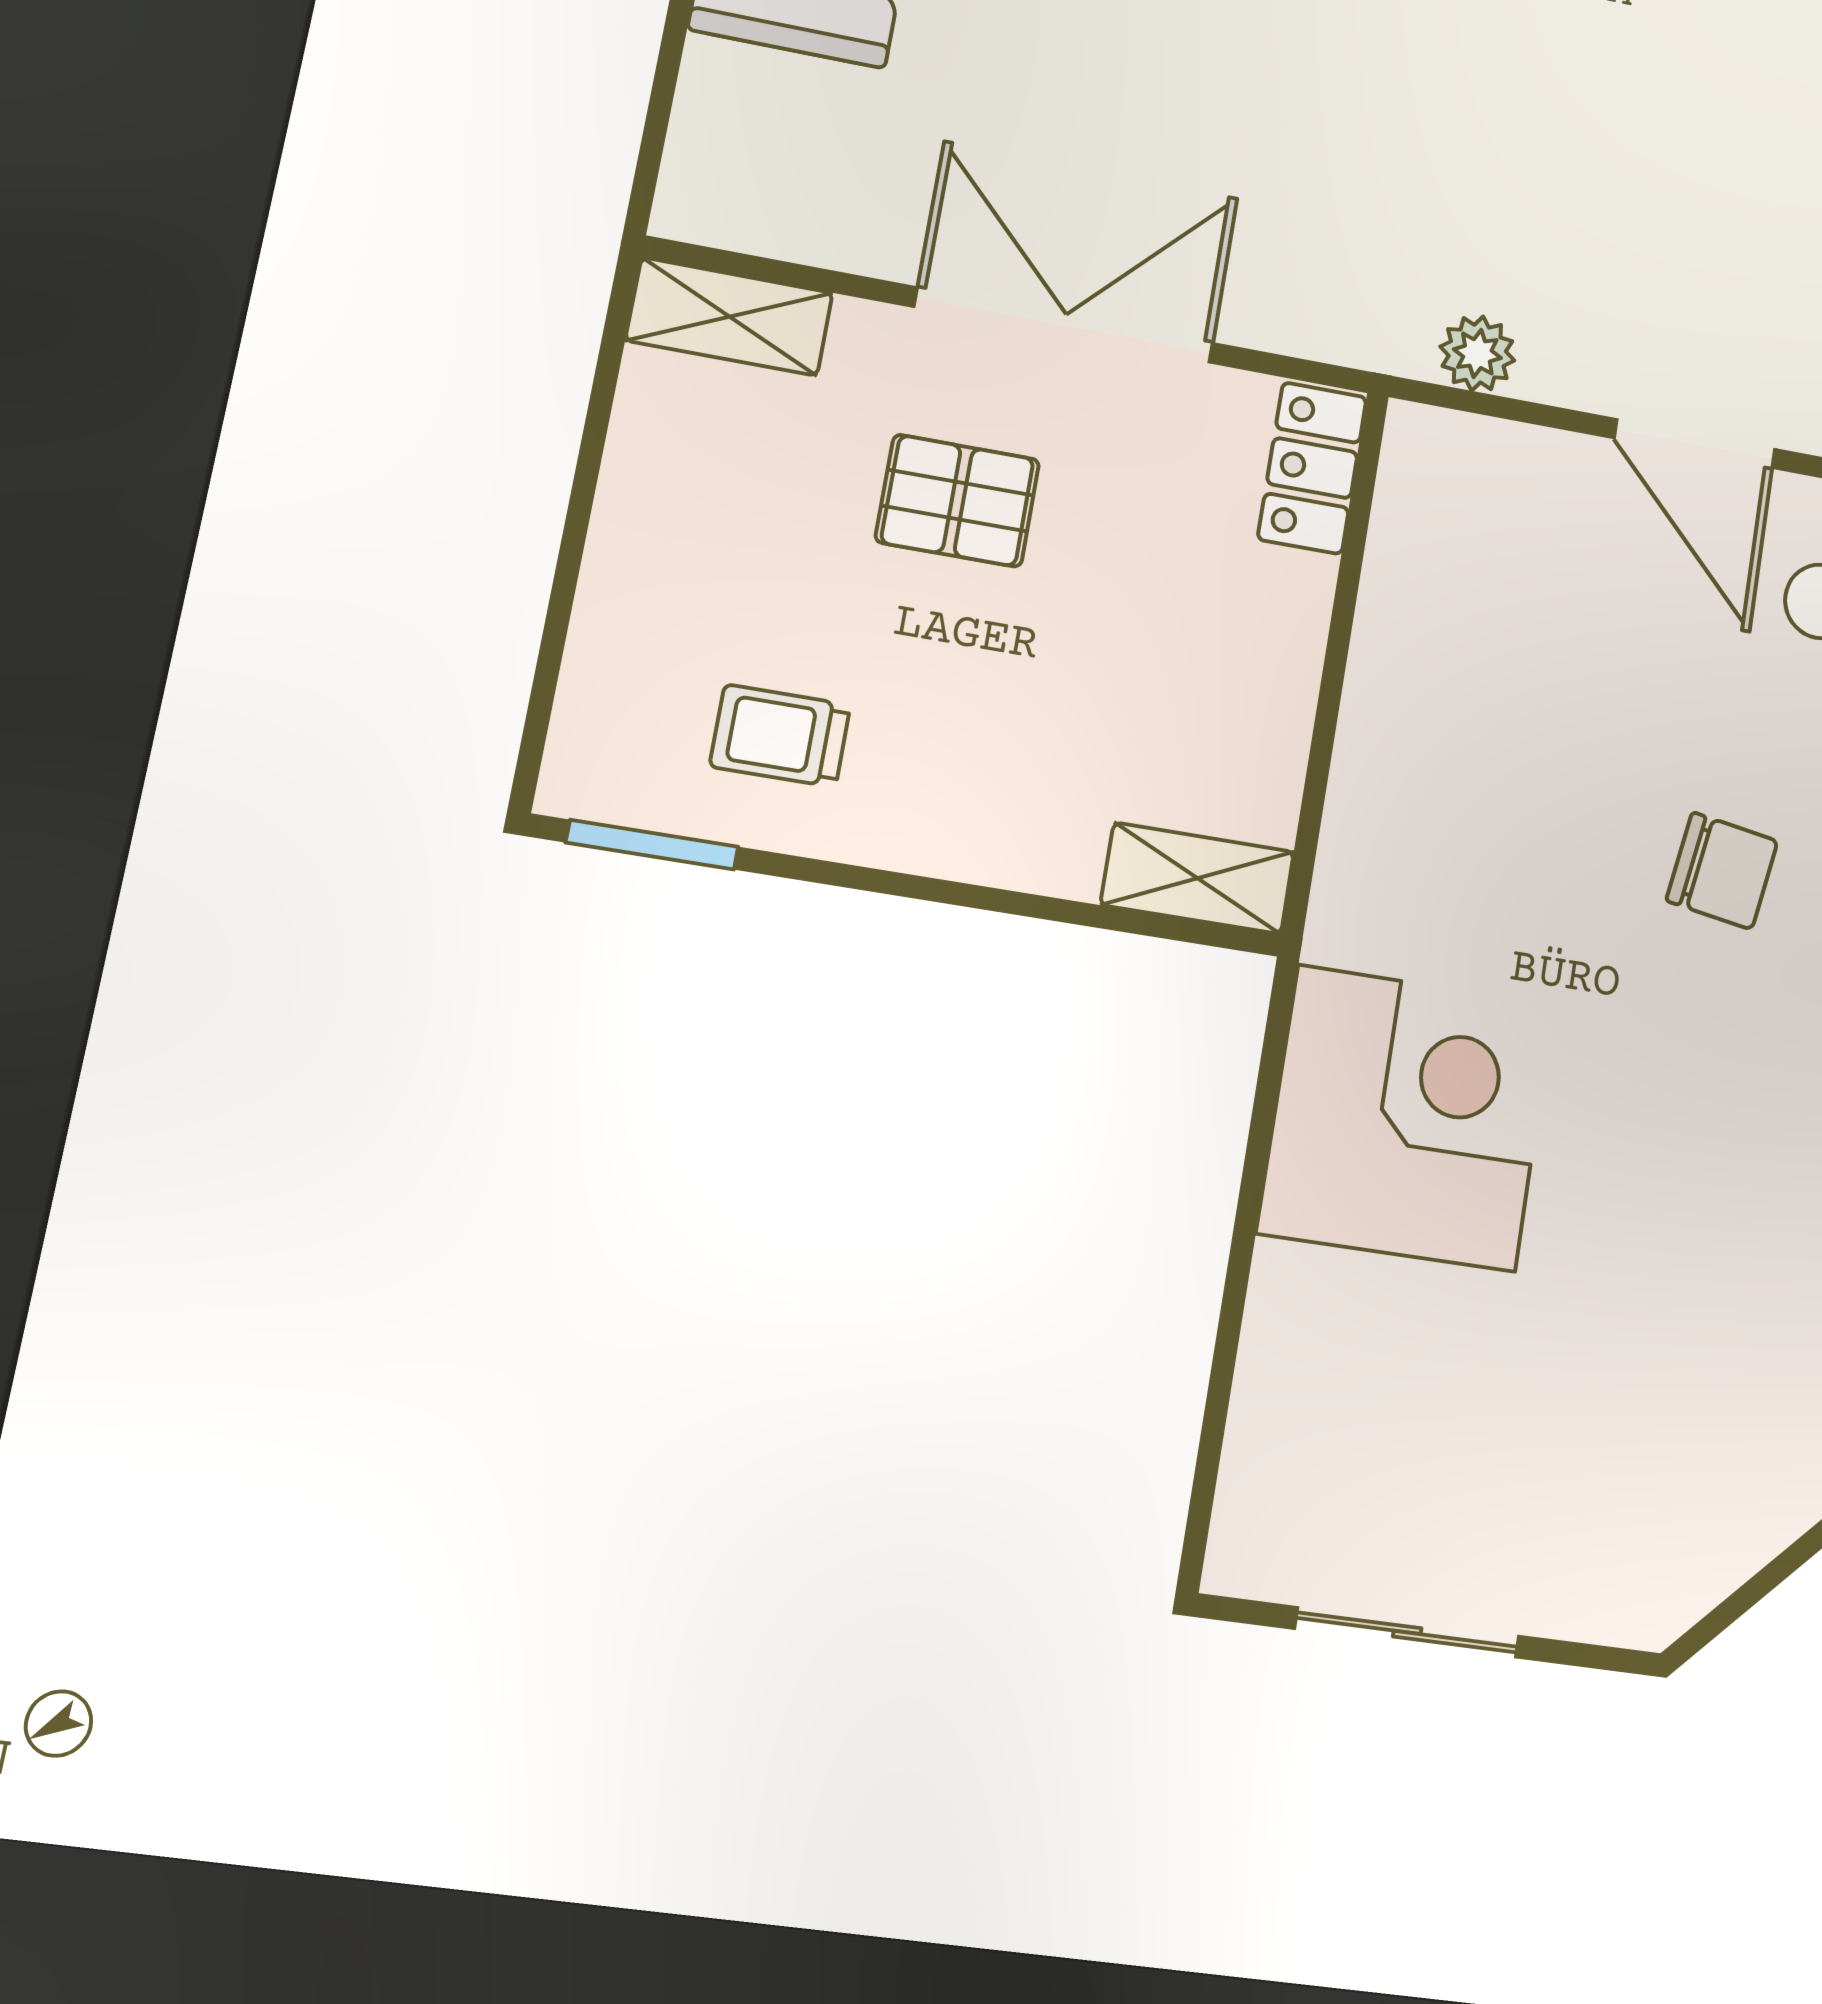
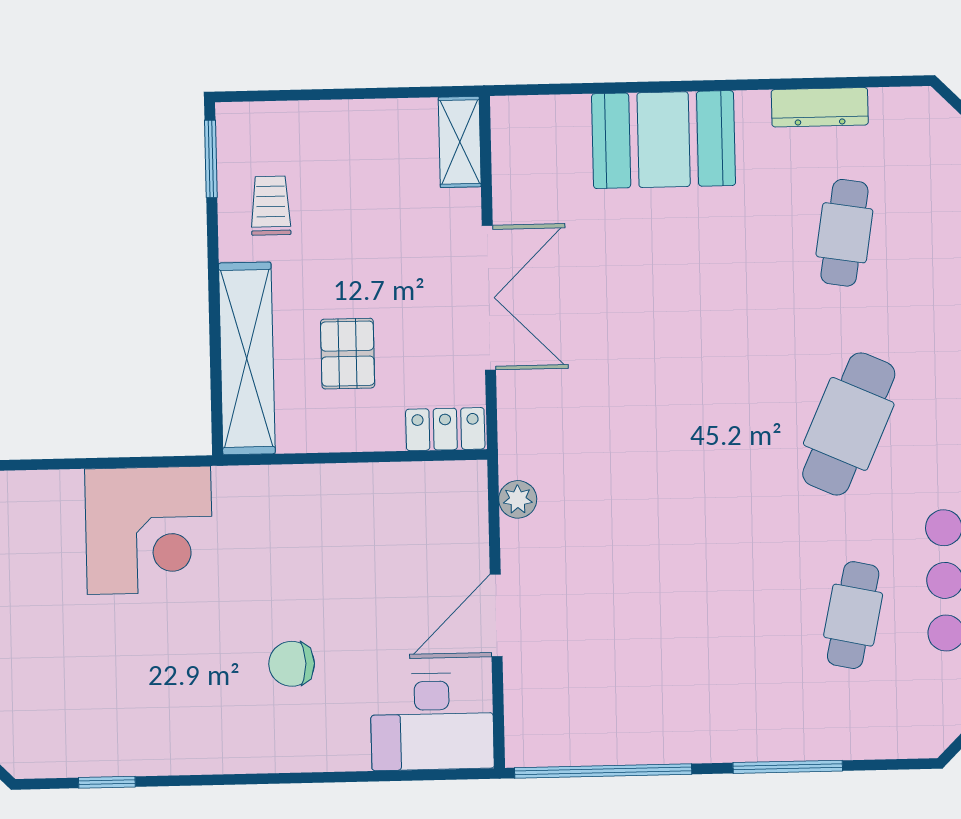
pallet: (958, 501) -> (348, 354), moved
chair: (1722, 871) -> (292, 664), turned 81
shelving: (1198, 878) -> (247, 358), width x2.20, depth x1.33

